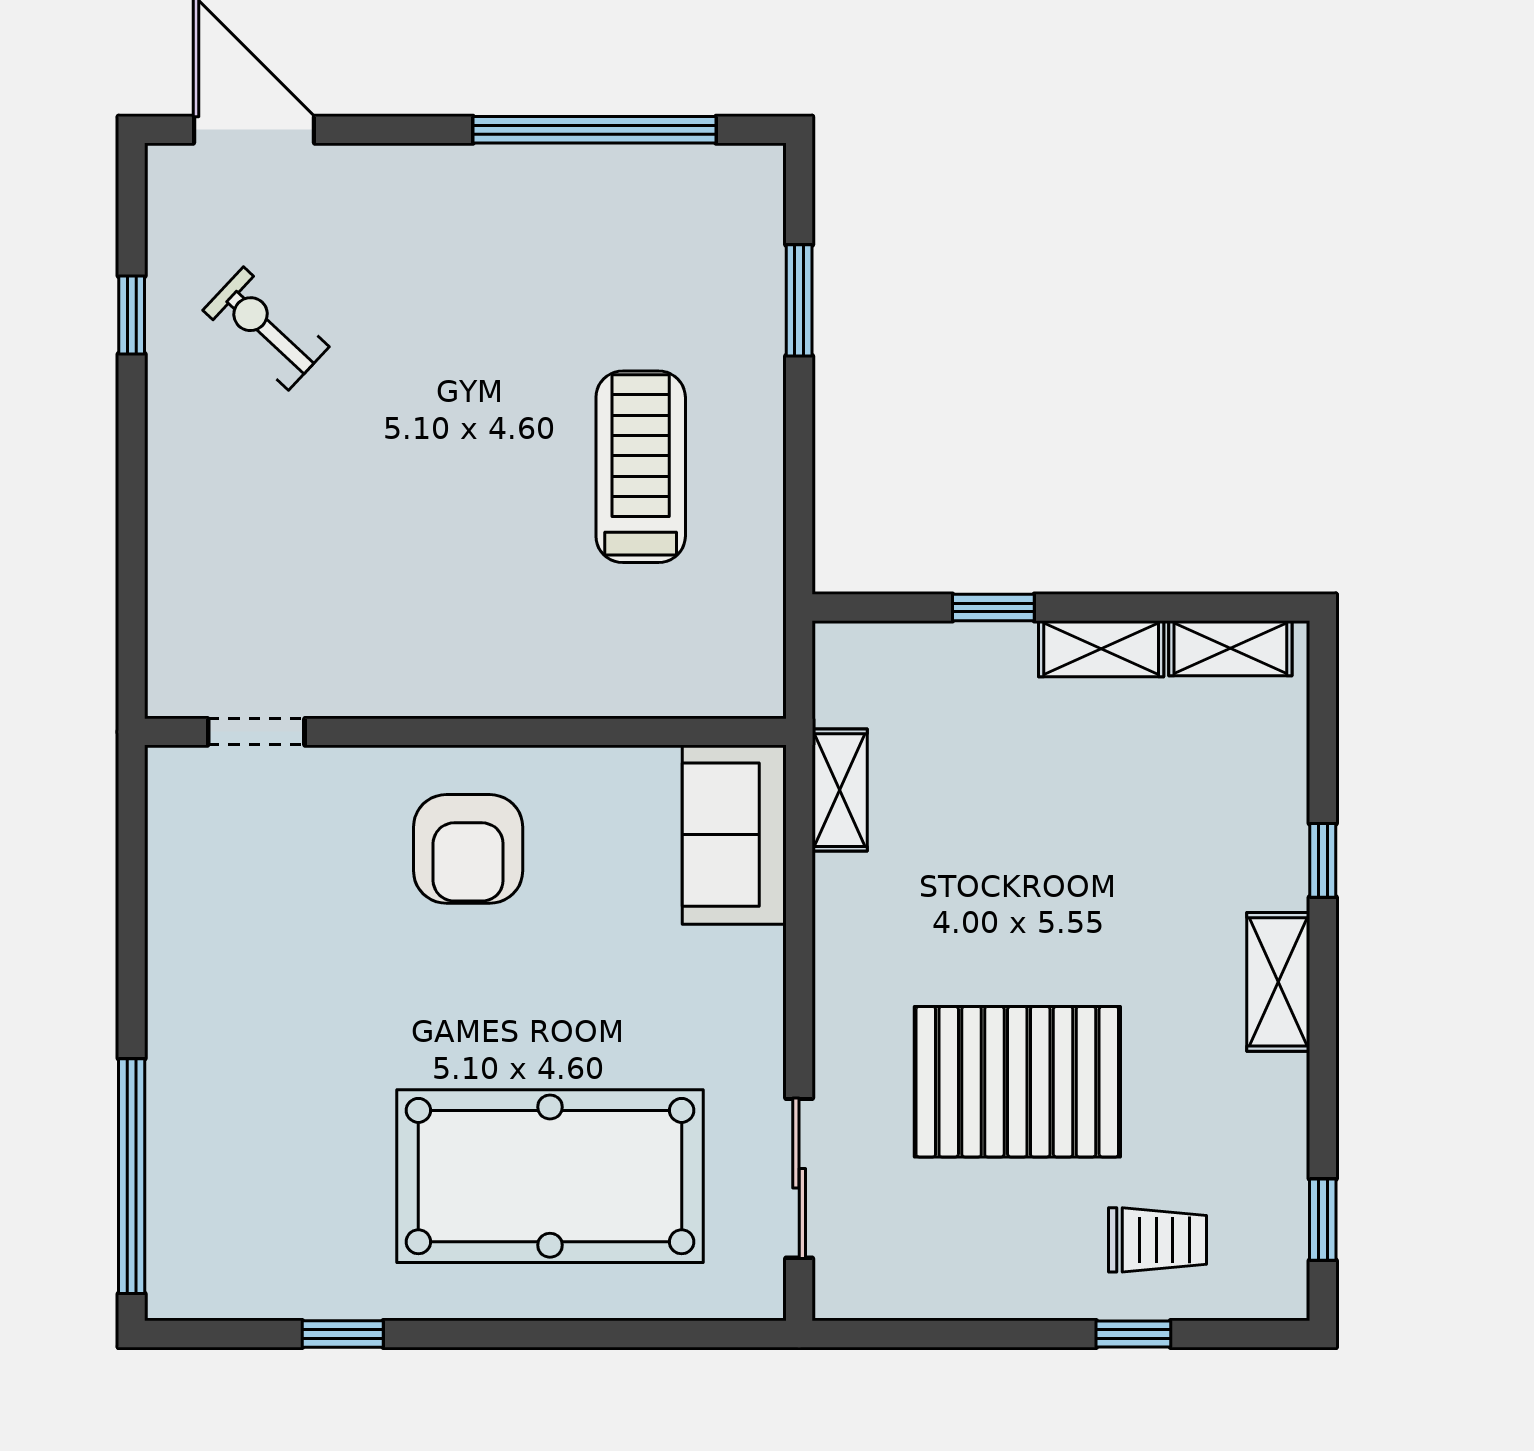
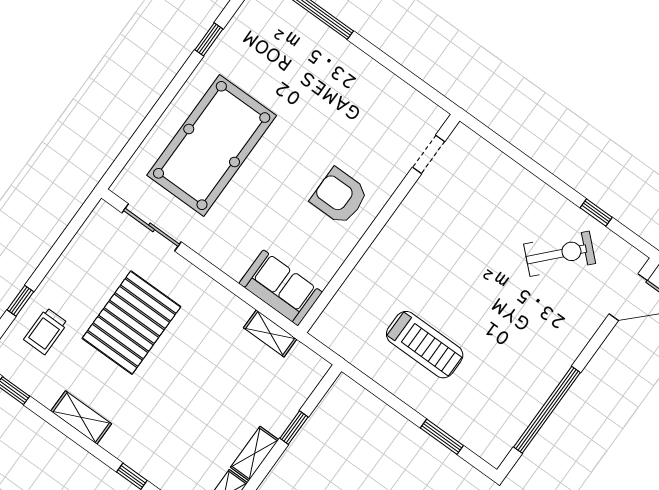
exercise bike: (266, 329) -> (560, 254), width x1.38, depth x1.39
shelving: (1278, 982) -> (81, 417), moved

